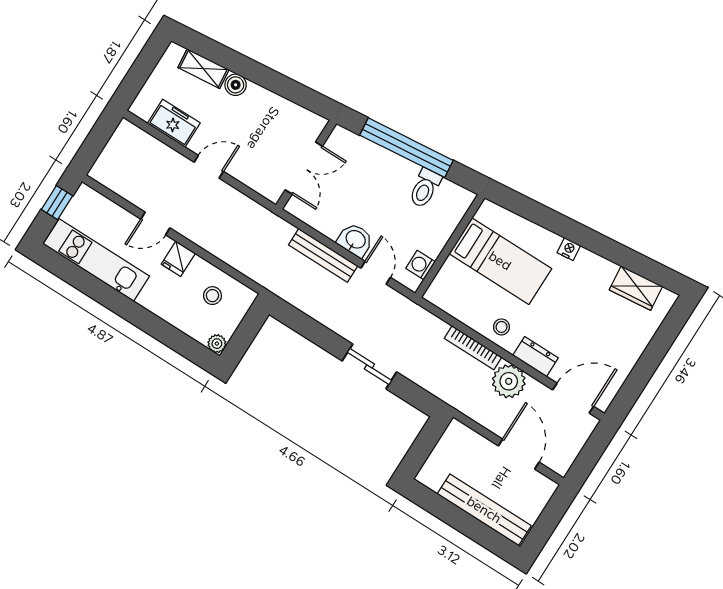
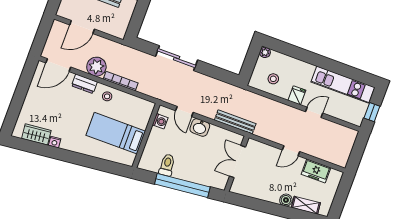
nightstand: (569, 249) -> (55, 142), moved
bench: (323, 255) -> (235, 122), moved
sliding door: (369, 366) -> (177, 58), width x1.37
door: (519, 454) -> (82, 27), hinge flipped

